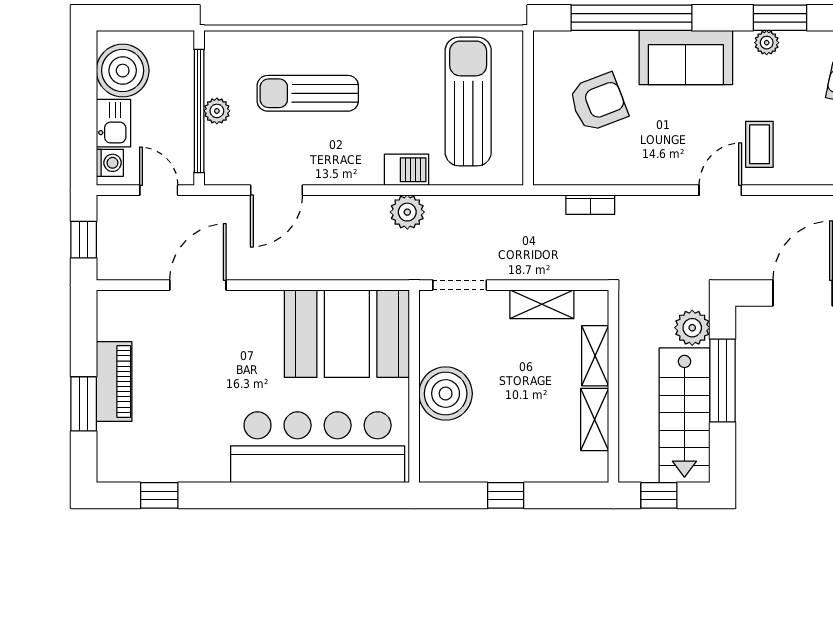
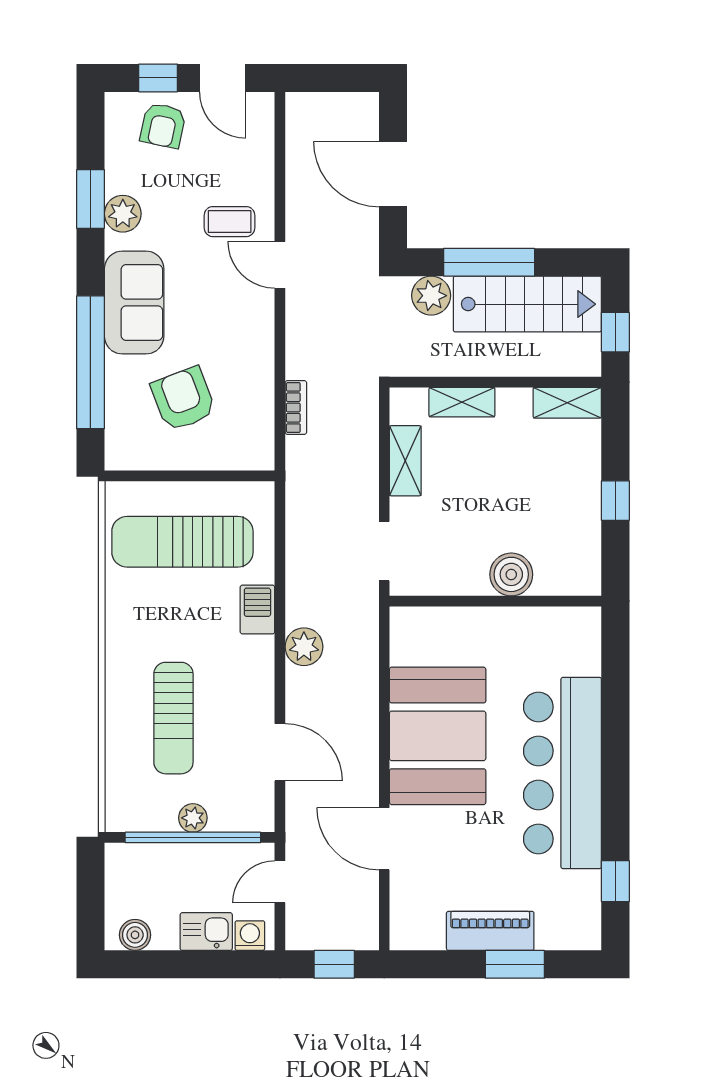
plant: (767, 43) -> (123, 214), width x1.38, depth x1.38
boiler: (123, 71) -> (135, 935), width x0.54, depth x0.54
plant: (407, 212) -> (304, 647), moved
booth: (347, 334) -> (438, 736), moved
boiler: (446, 394) -> (511, 574), width x0.73, depth x0.73
shelving: (595, 419) -> (567, 403), moved
bar counter: (318, 447) -> (562, 773), moved

